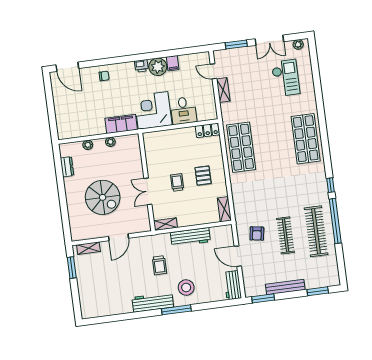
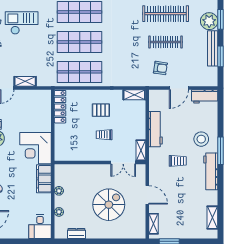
desk: (183, 111) -> (40, 226), moved, turned 90
locker: (207, 130) -> (60, 107), width x1.53
shop shelf: (273, 143) -> (80, 42), added
double door: (148, 191) -> (123, 162), moved
plant: (314, 279) -> (209, 21), added
window: (263, 298) -> (220, 56), moved
shelving: (103, 311) -> (212, 218), added

